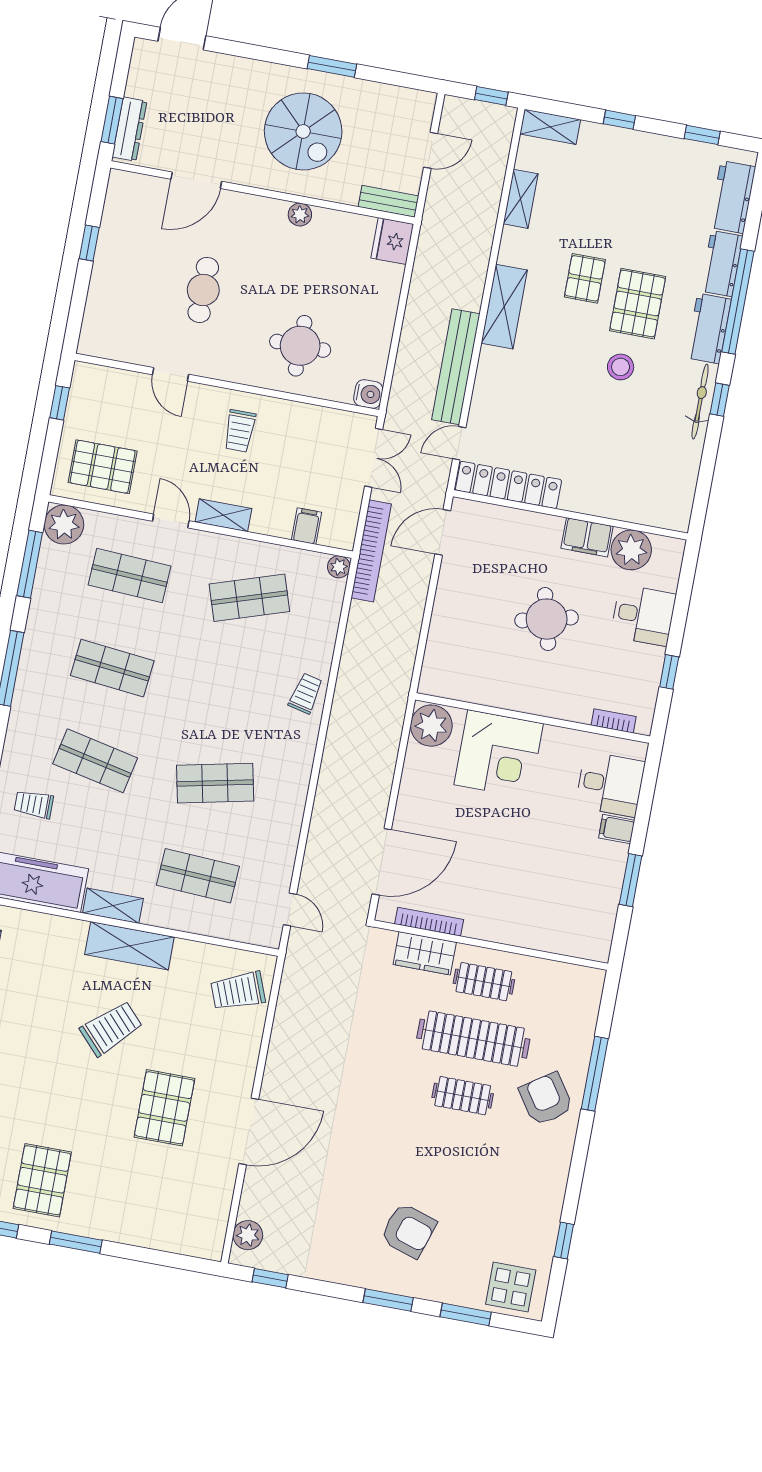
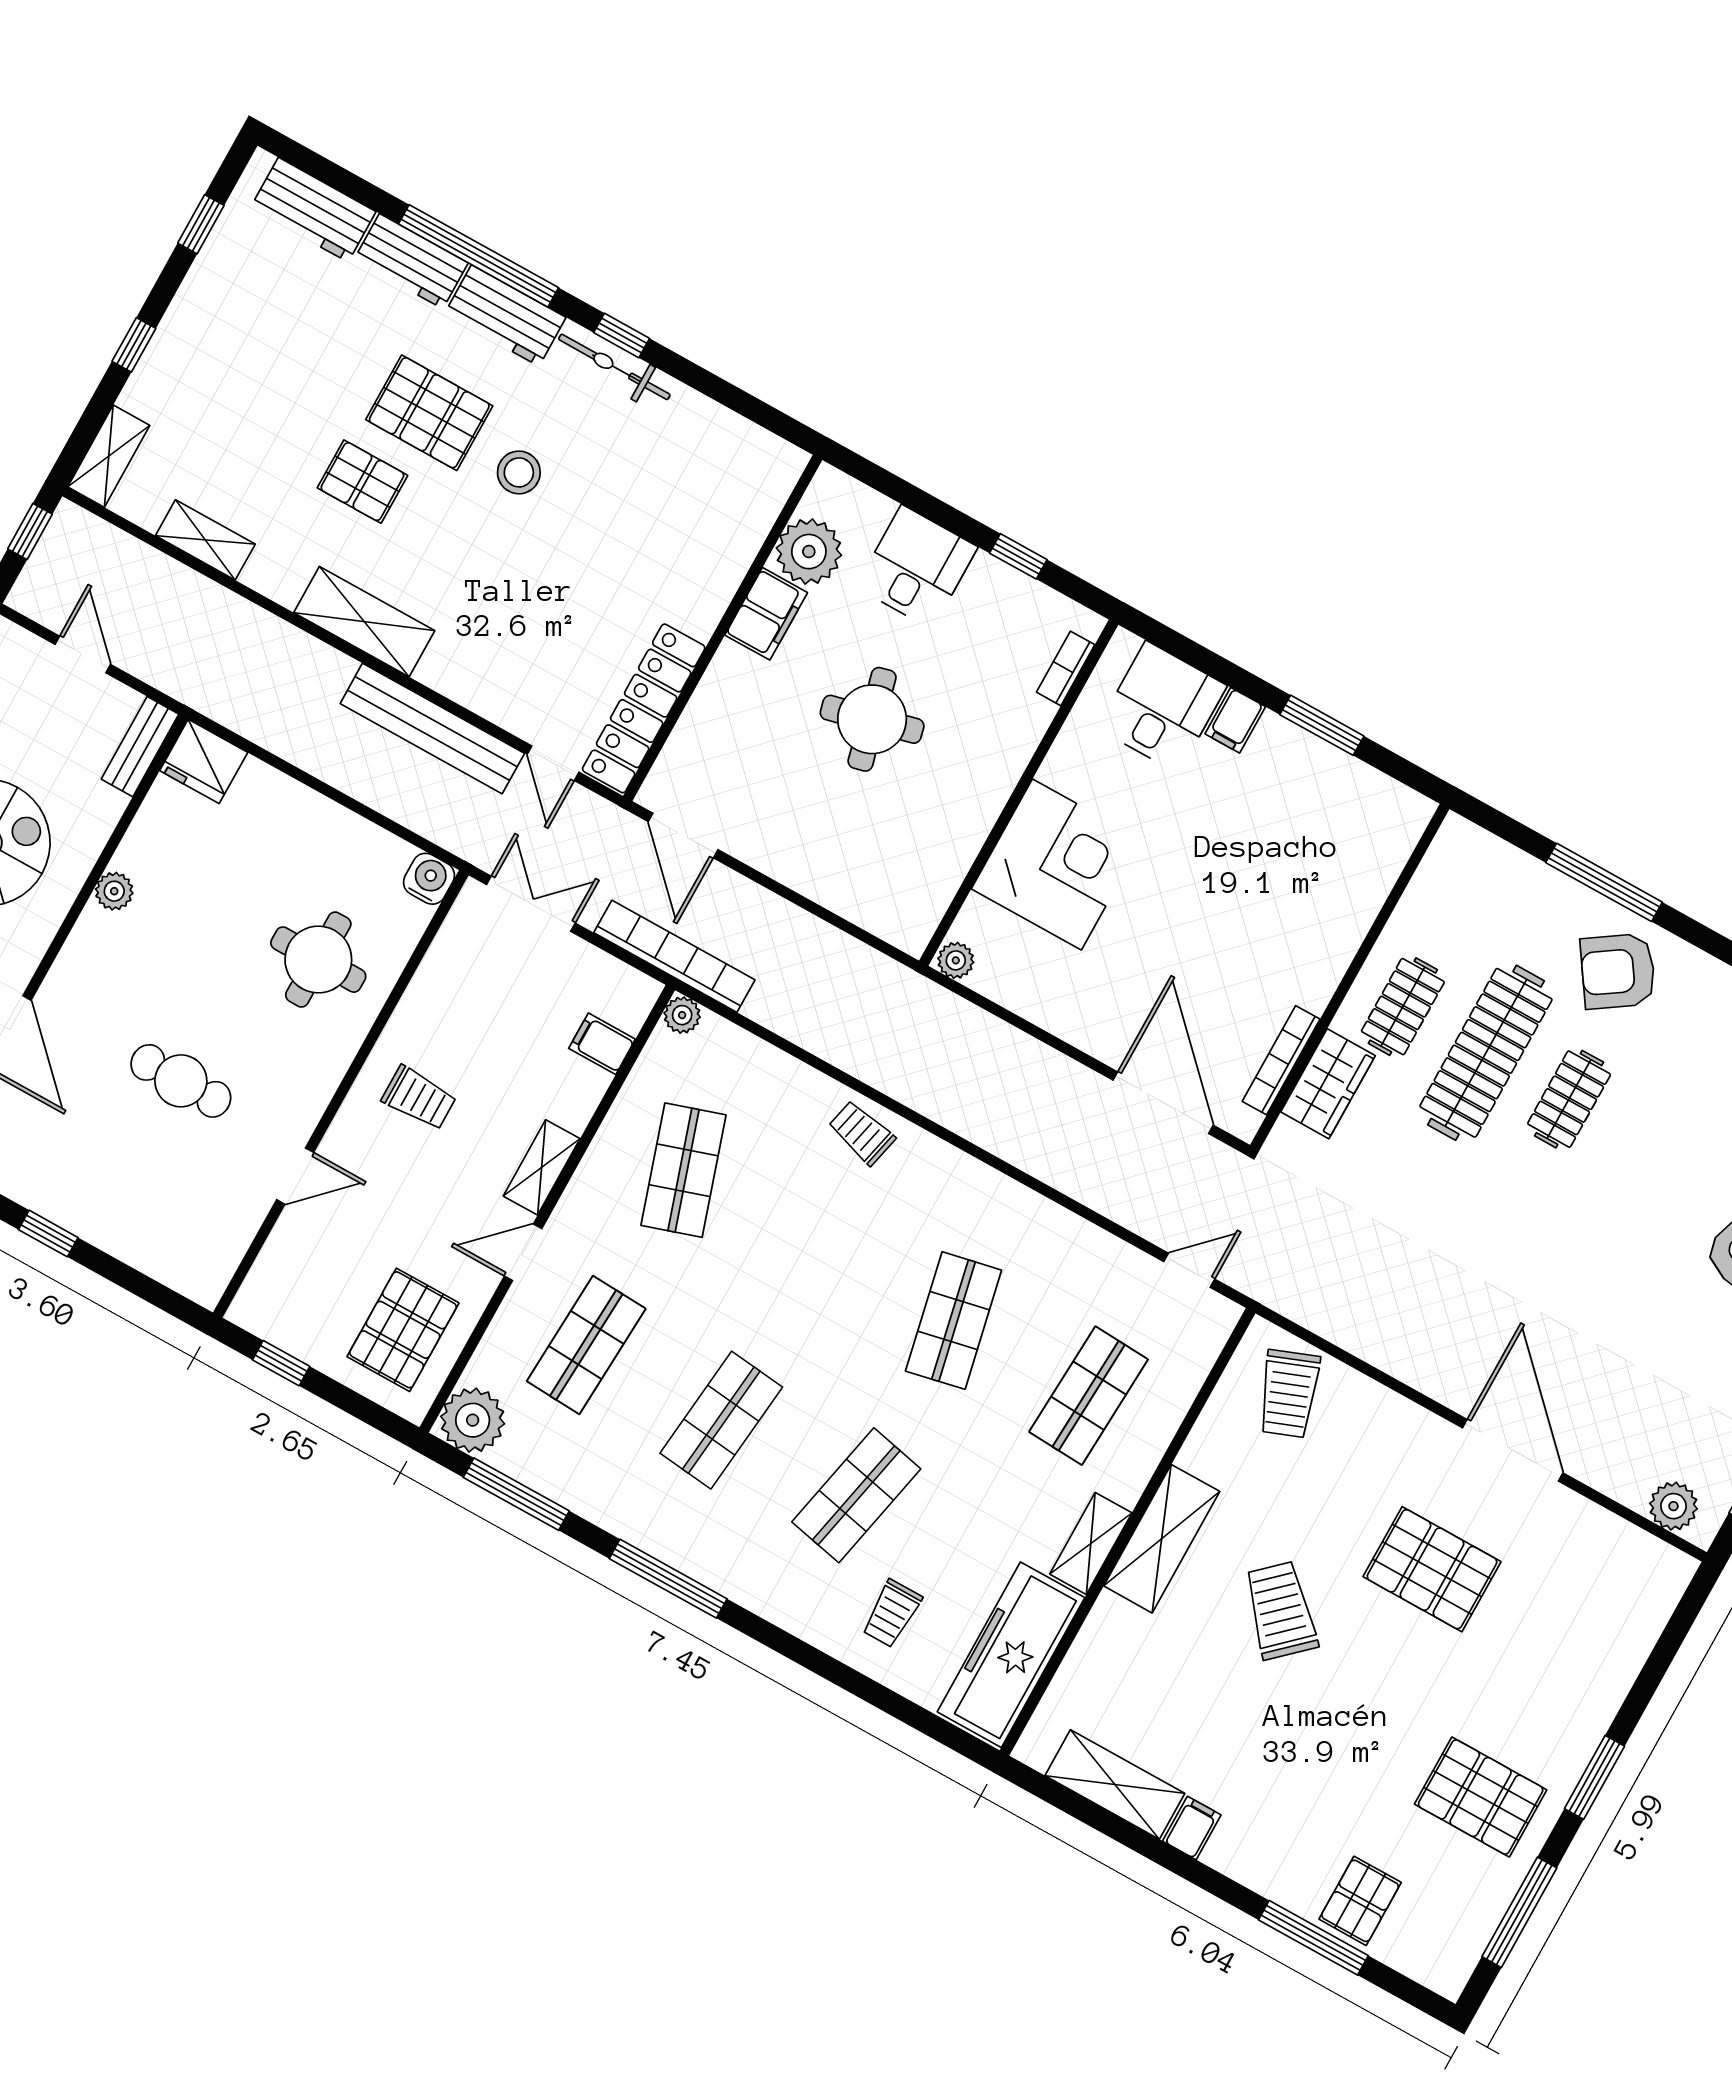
plant: (431, 726) -> (956, 960), width x0.53, depth x0.53

